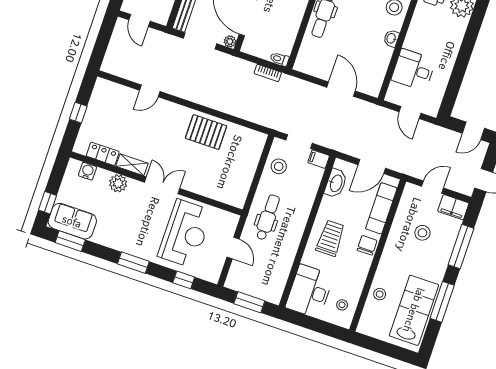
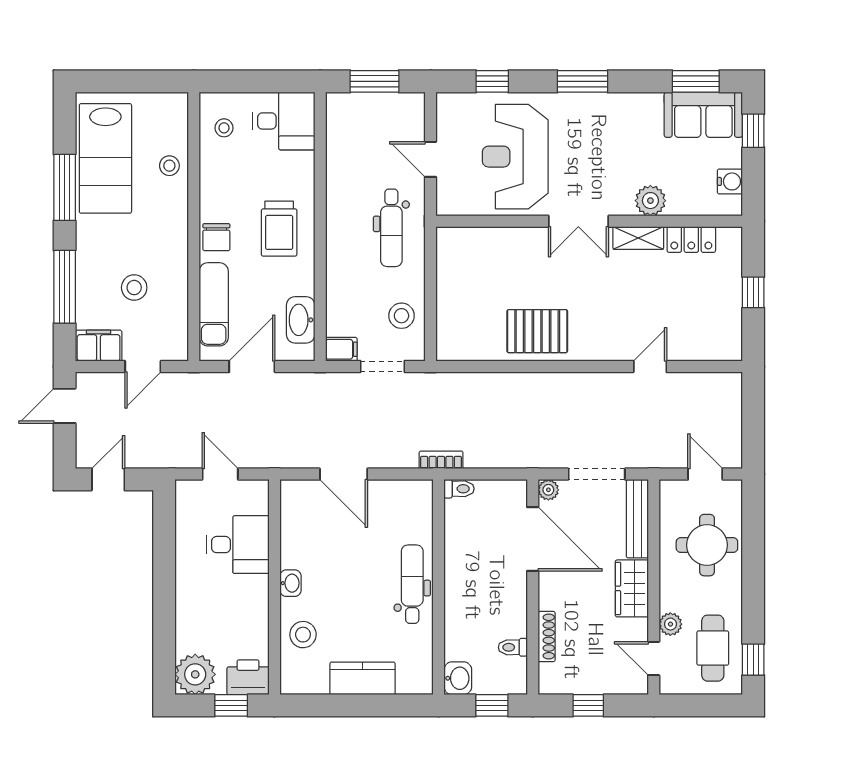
bookcase: (268, 73) -> (441, 460), moved
water cooler: (87, 171) -> (730, 181), moved, turned -90
desk: (310, 291) -> (284, 121), width x0.73

